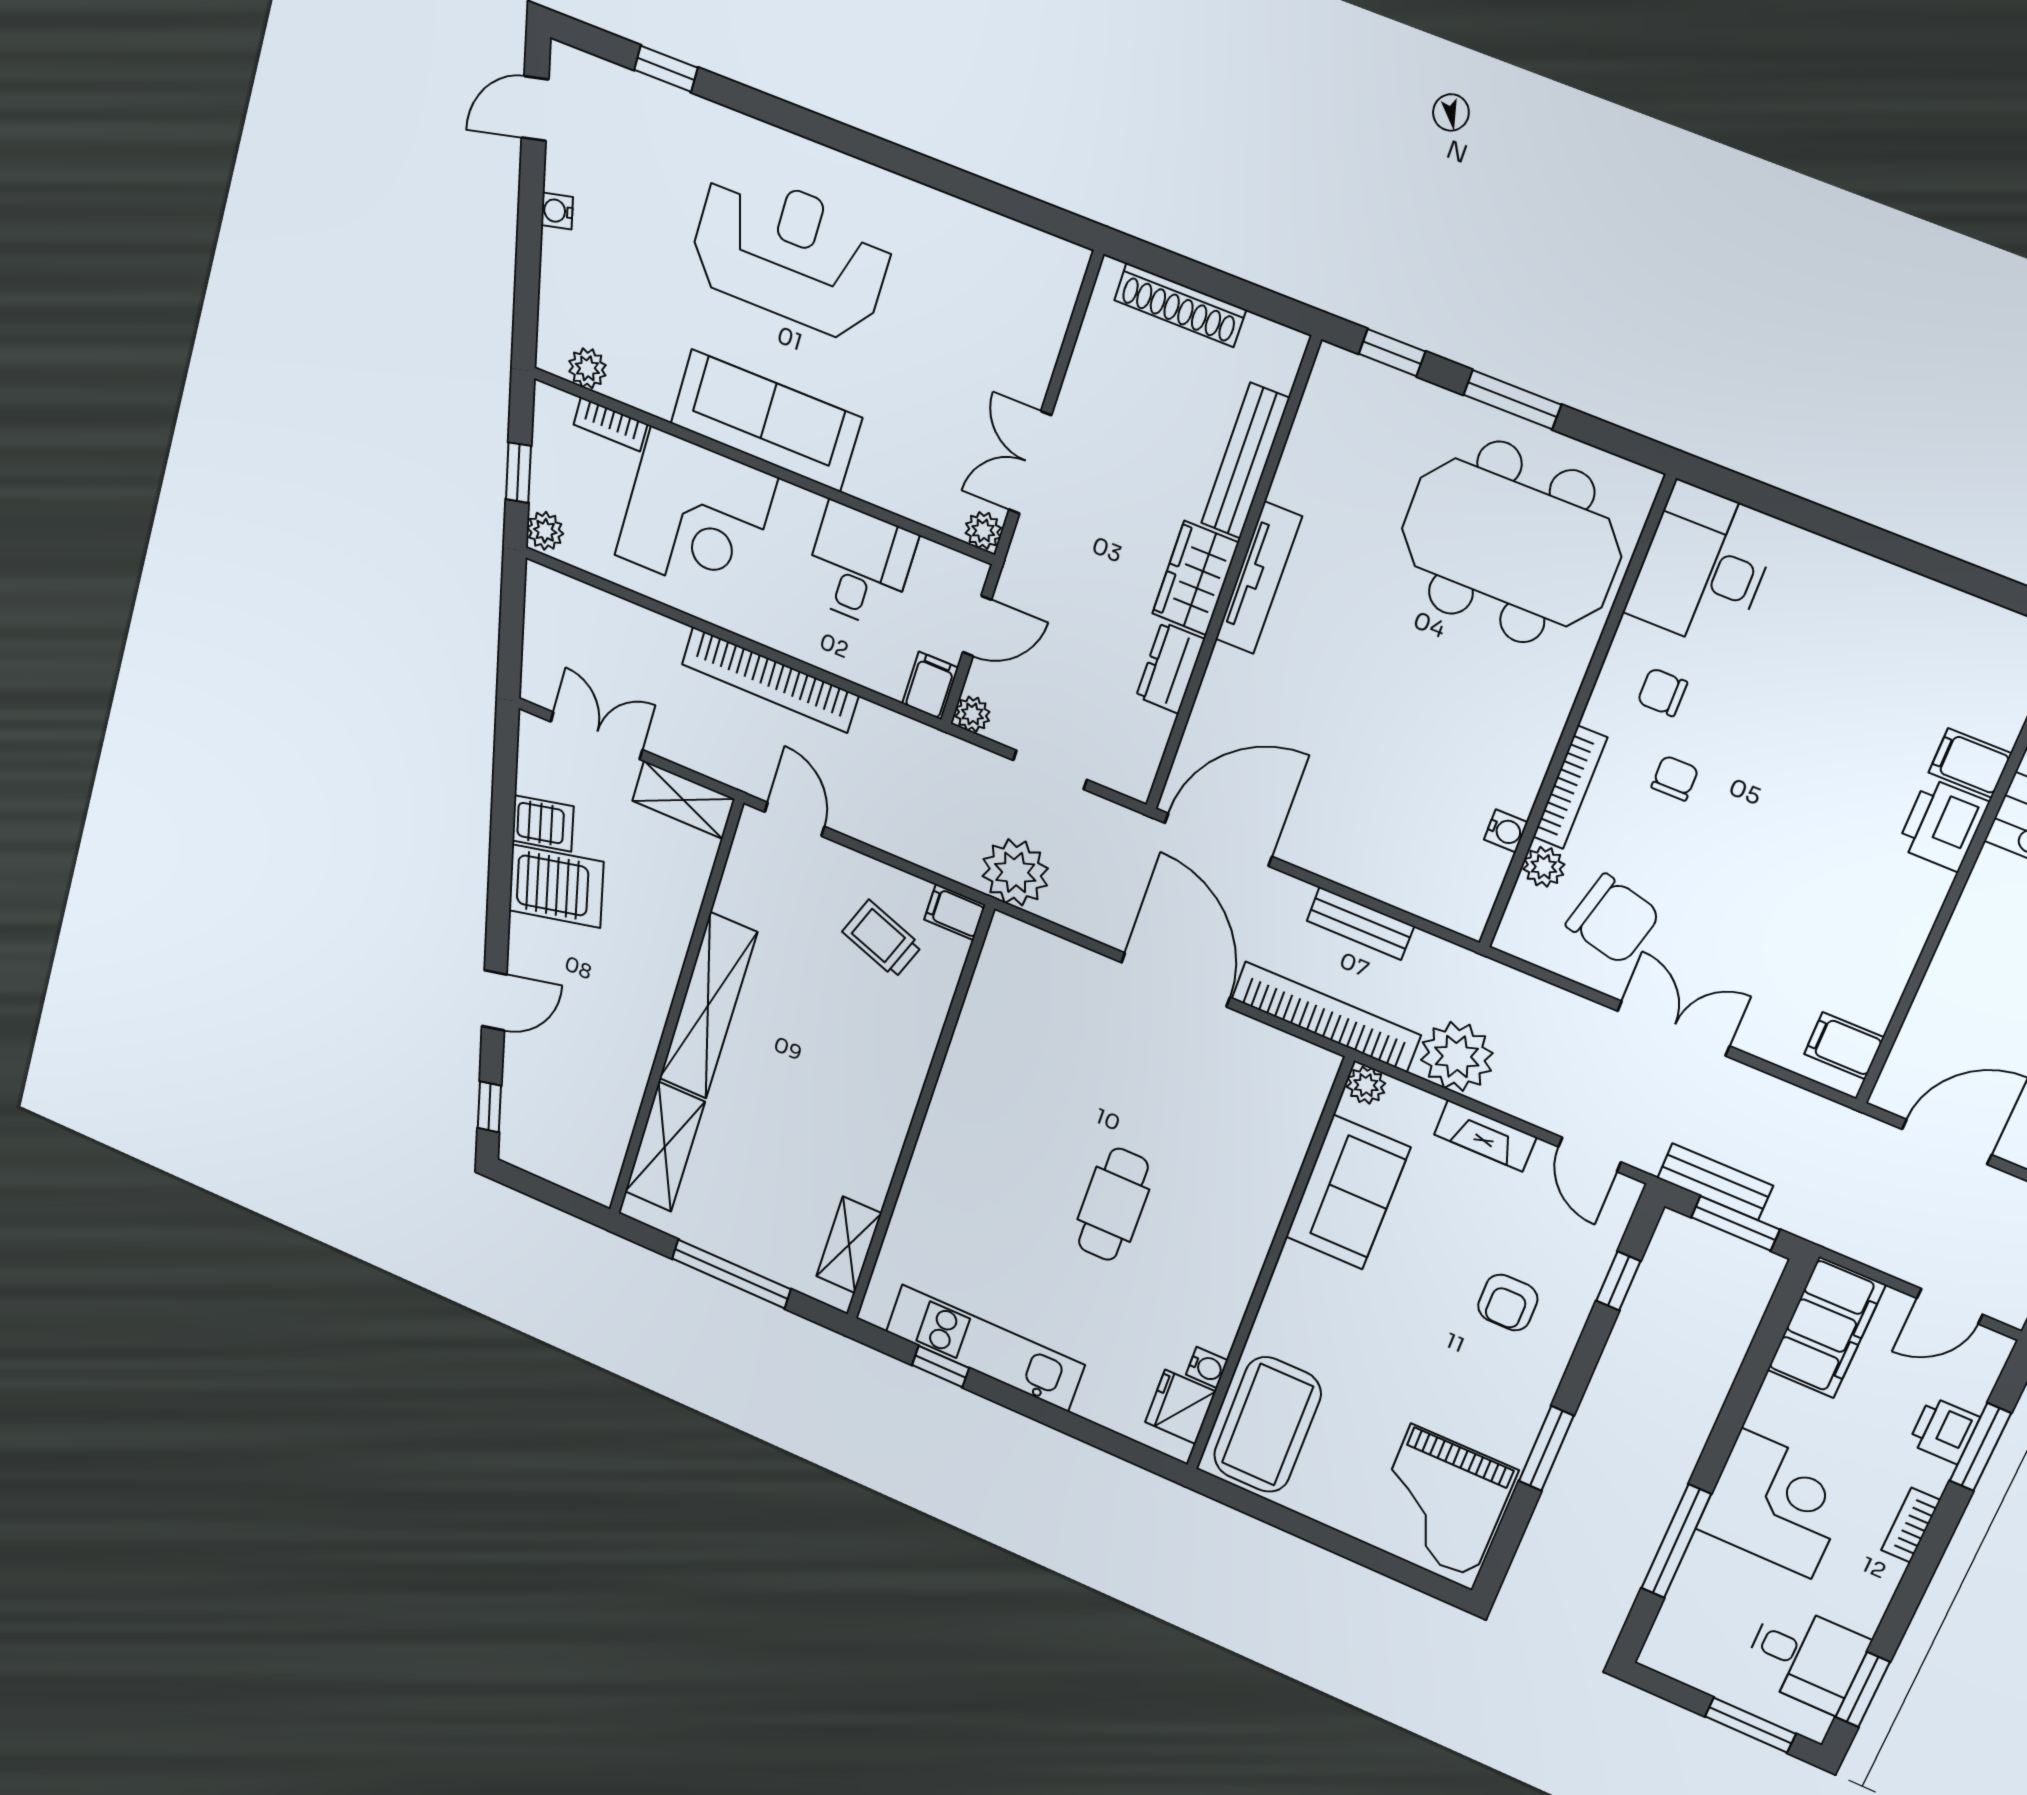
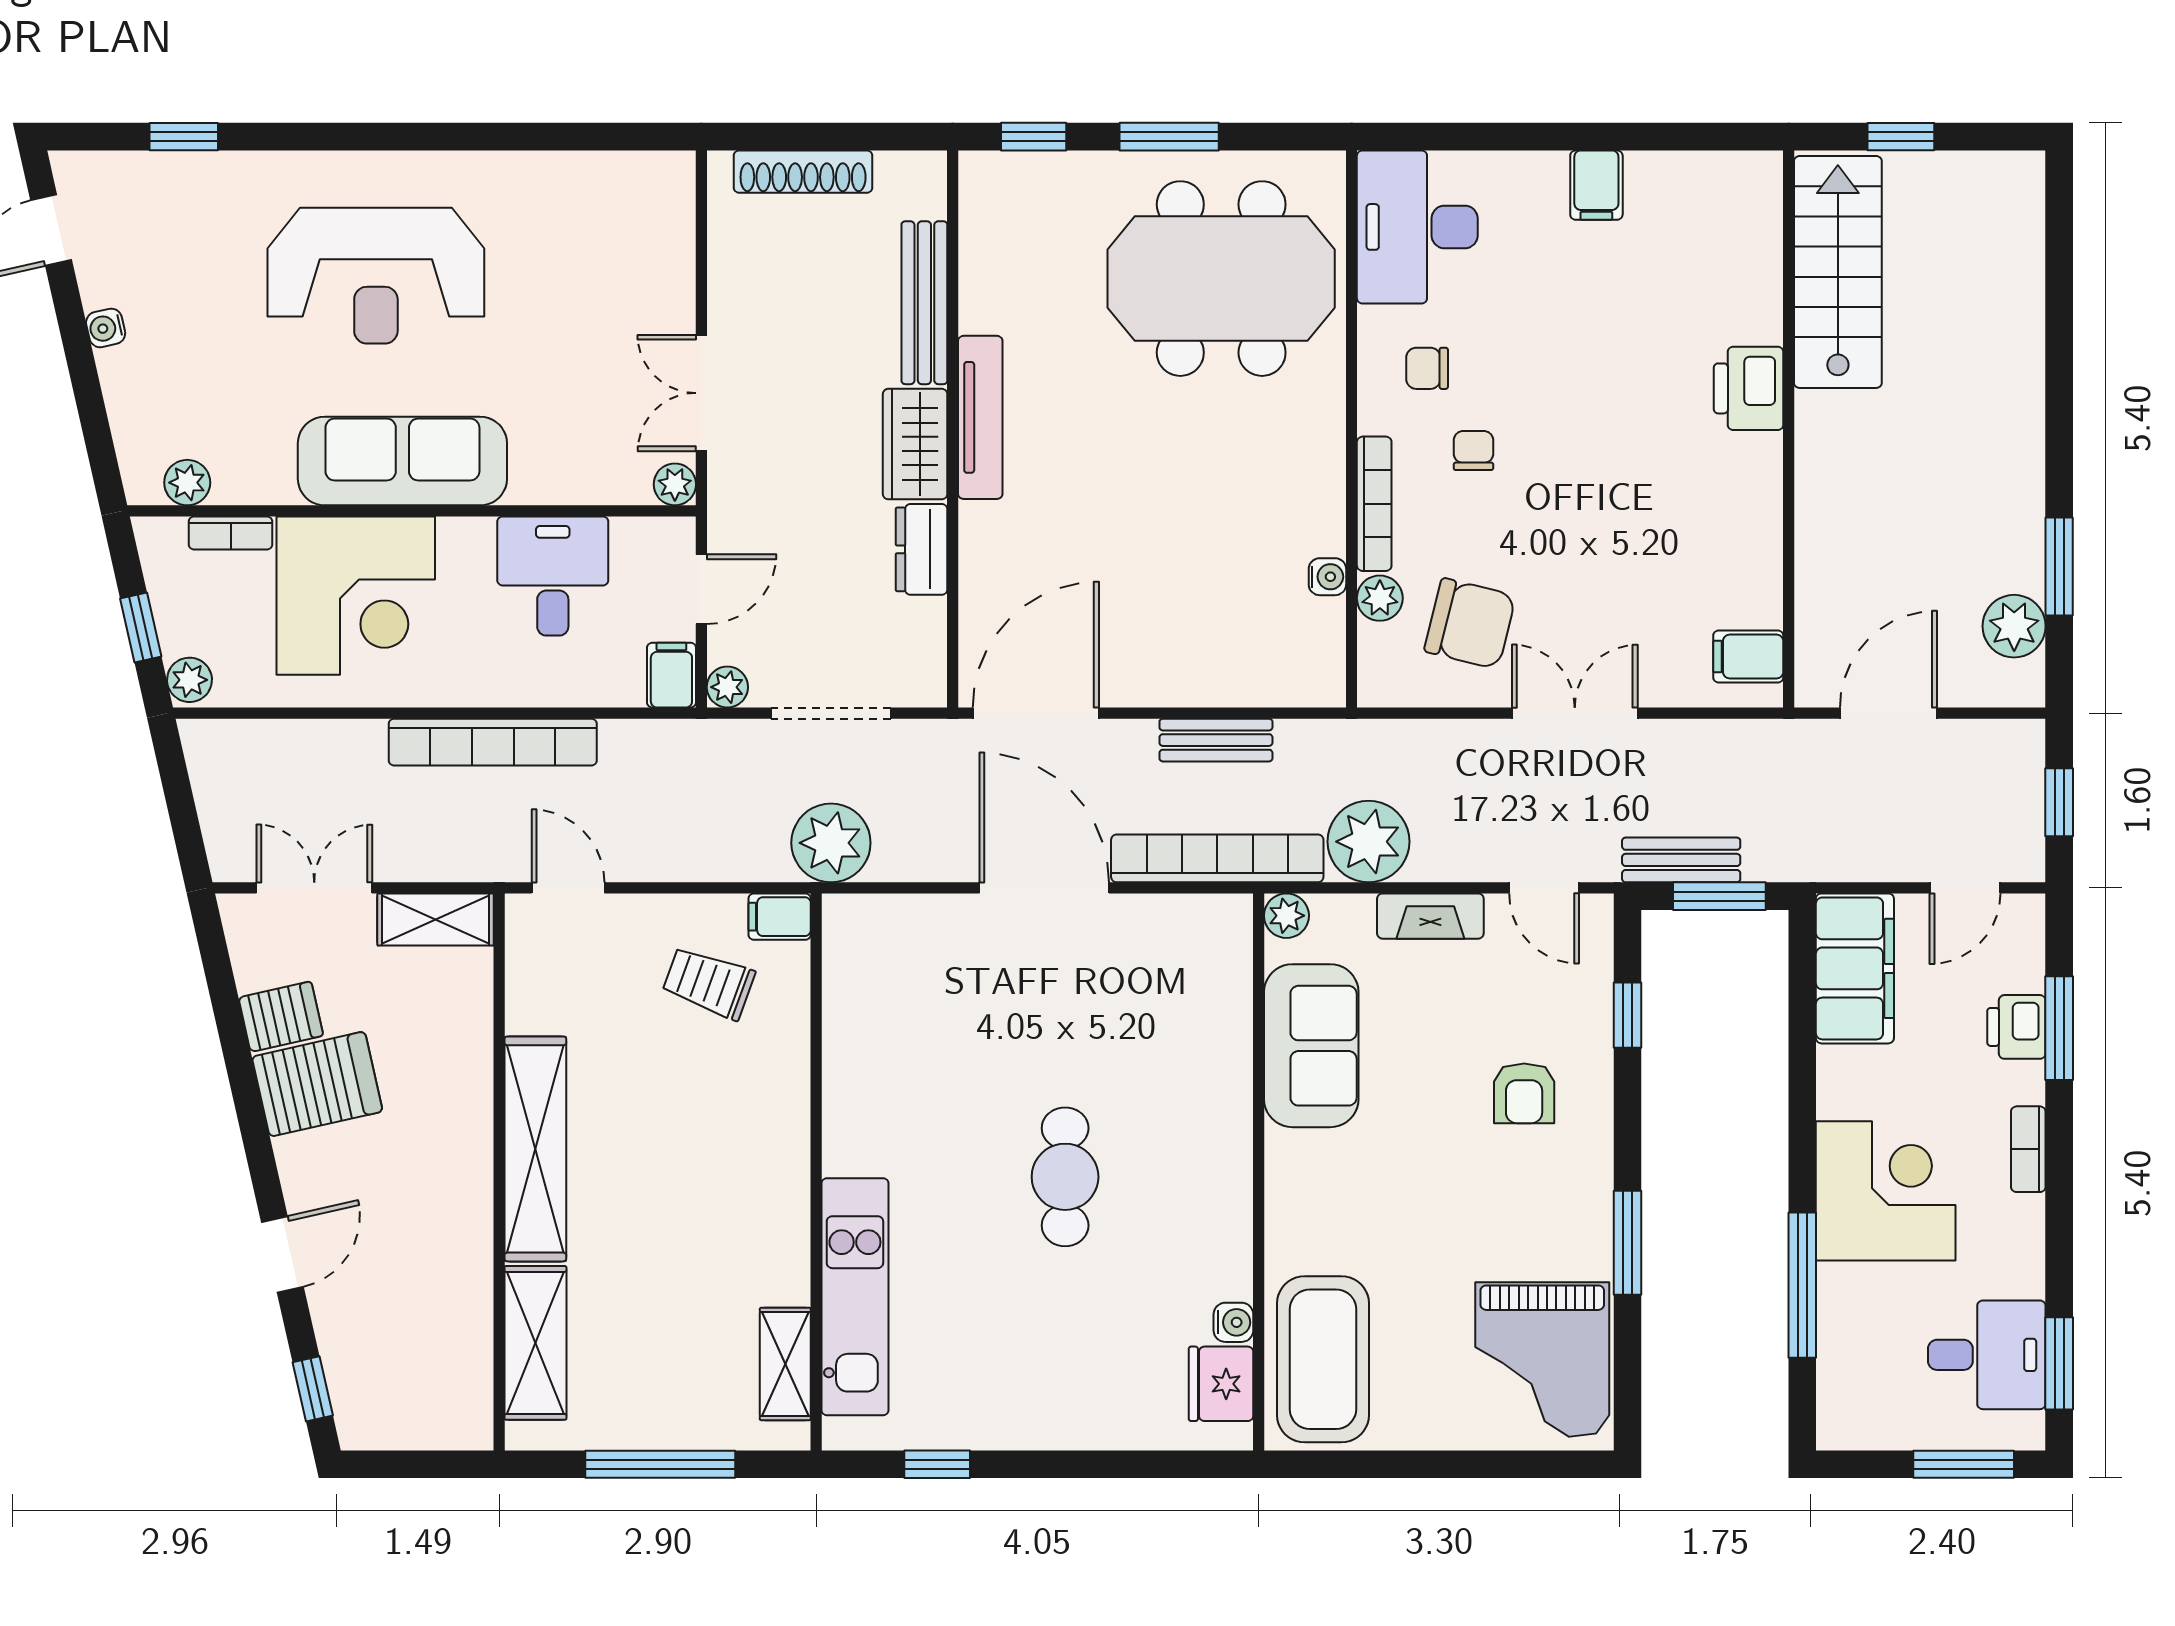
reception desk: (790, 254) -> (376, 276), turned 180
filing cabinet: (1970, 763) -> (1596, 185), moved, turned -90
doorway: (1050, 770) -> (831, 713), width x1.38
kitchen unit: (985, 1348) -> (855, 1297), moved, turned 90

